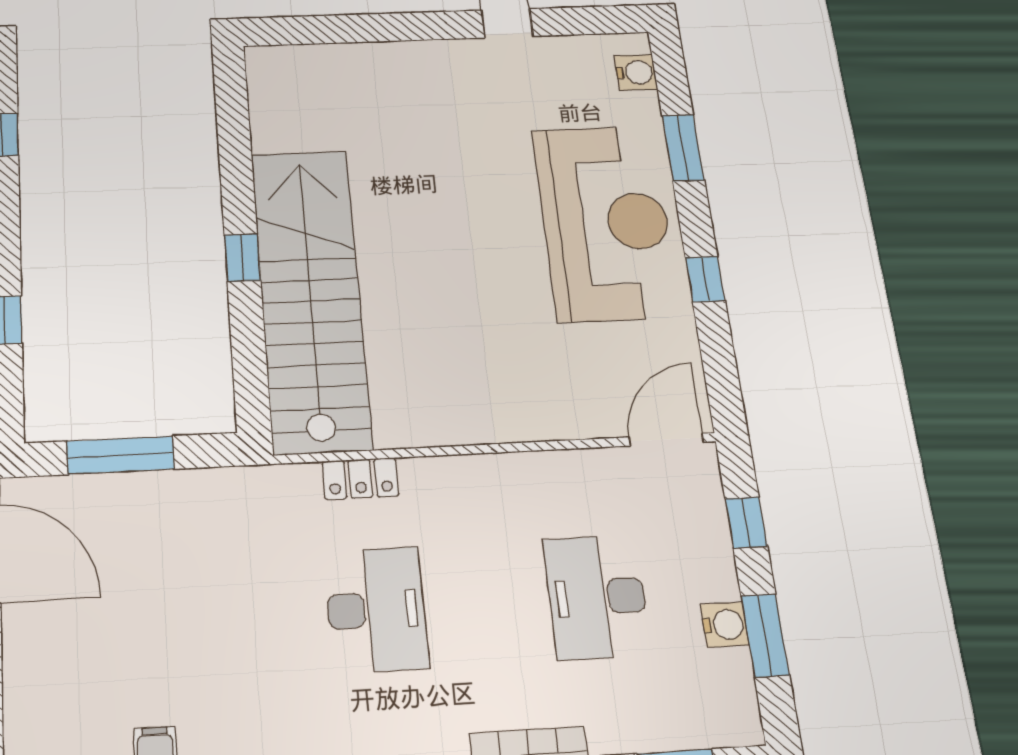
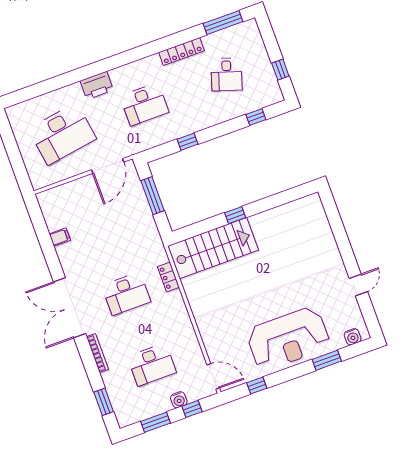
window: (705, 279) -> (257, 386), moved
stairs: (311, 298) -> (213, 248), width x0.73
desk: (597, 597) -> (152, 365), turned 180
water cooler: (725, 625) -> (179, 400), moved

